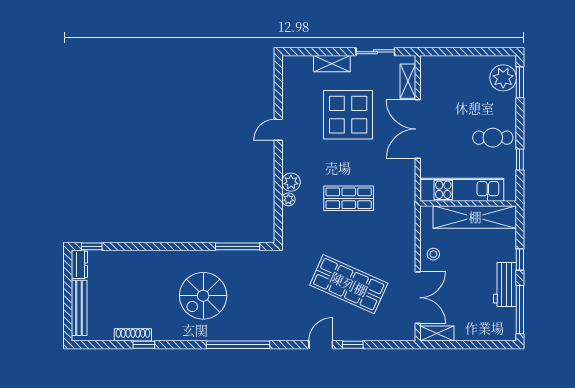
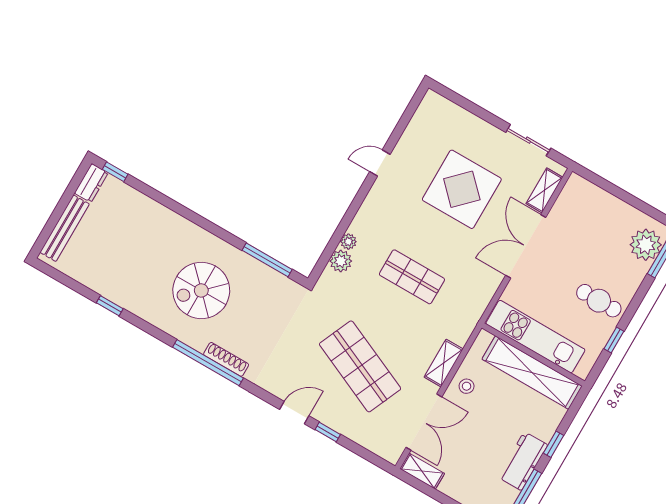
shelving: (332, 64) -> (444, 363), moved, turned 90
plant: (291, 182) -> (341, 261), moved
shoe rack: (133, 335) -> (226, 359), moved

